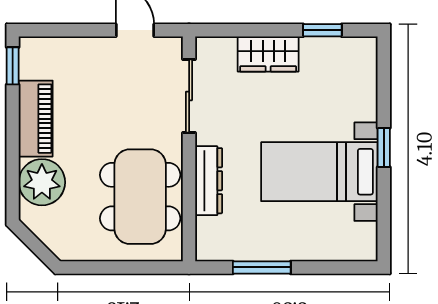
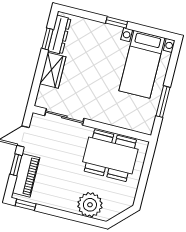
window: (80, 30) -> (16, 165), added
piano: (36, 119) -> (26, 175), moved, turned 90
bed with nightstands: (319, 172) -> (142, 64), moved
dresser: (209, 181) -> (59, 35), moved, turned 90

